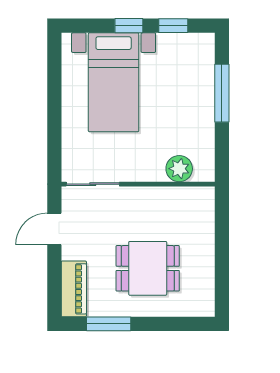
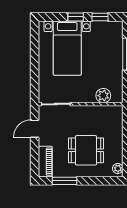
plant: (206, 301) -> (118, 168), added

